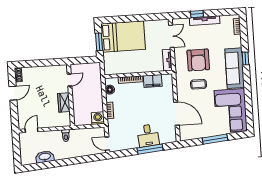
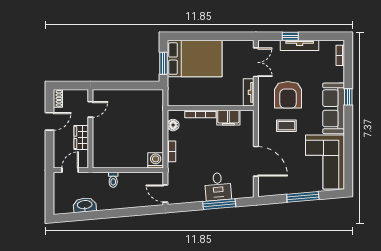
door: (69, 80) -> (90, 109), moved
wall: (71, 95) -> (90, 129), moved
wardrobe: (64, 102) -> (81, 137), moved

